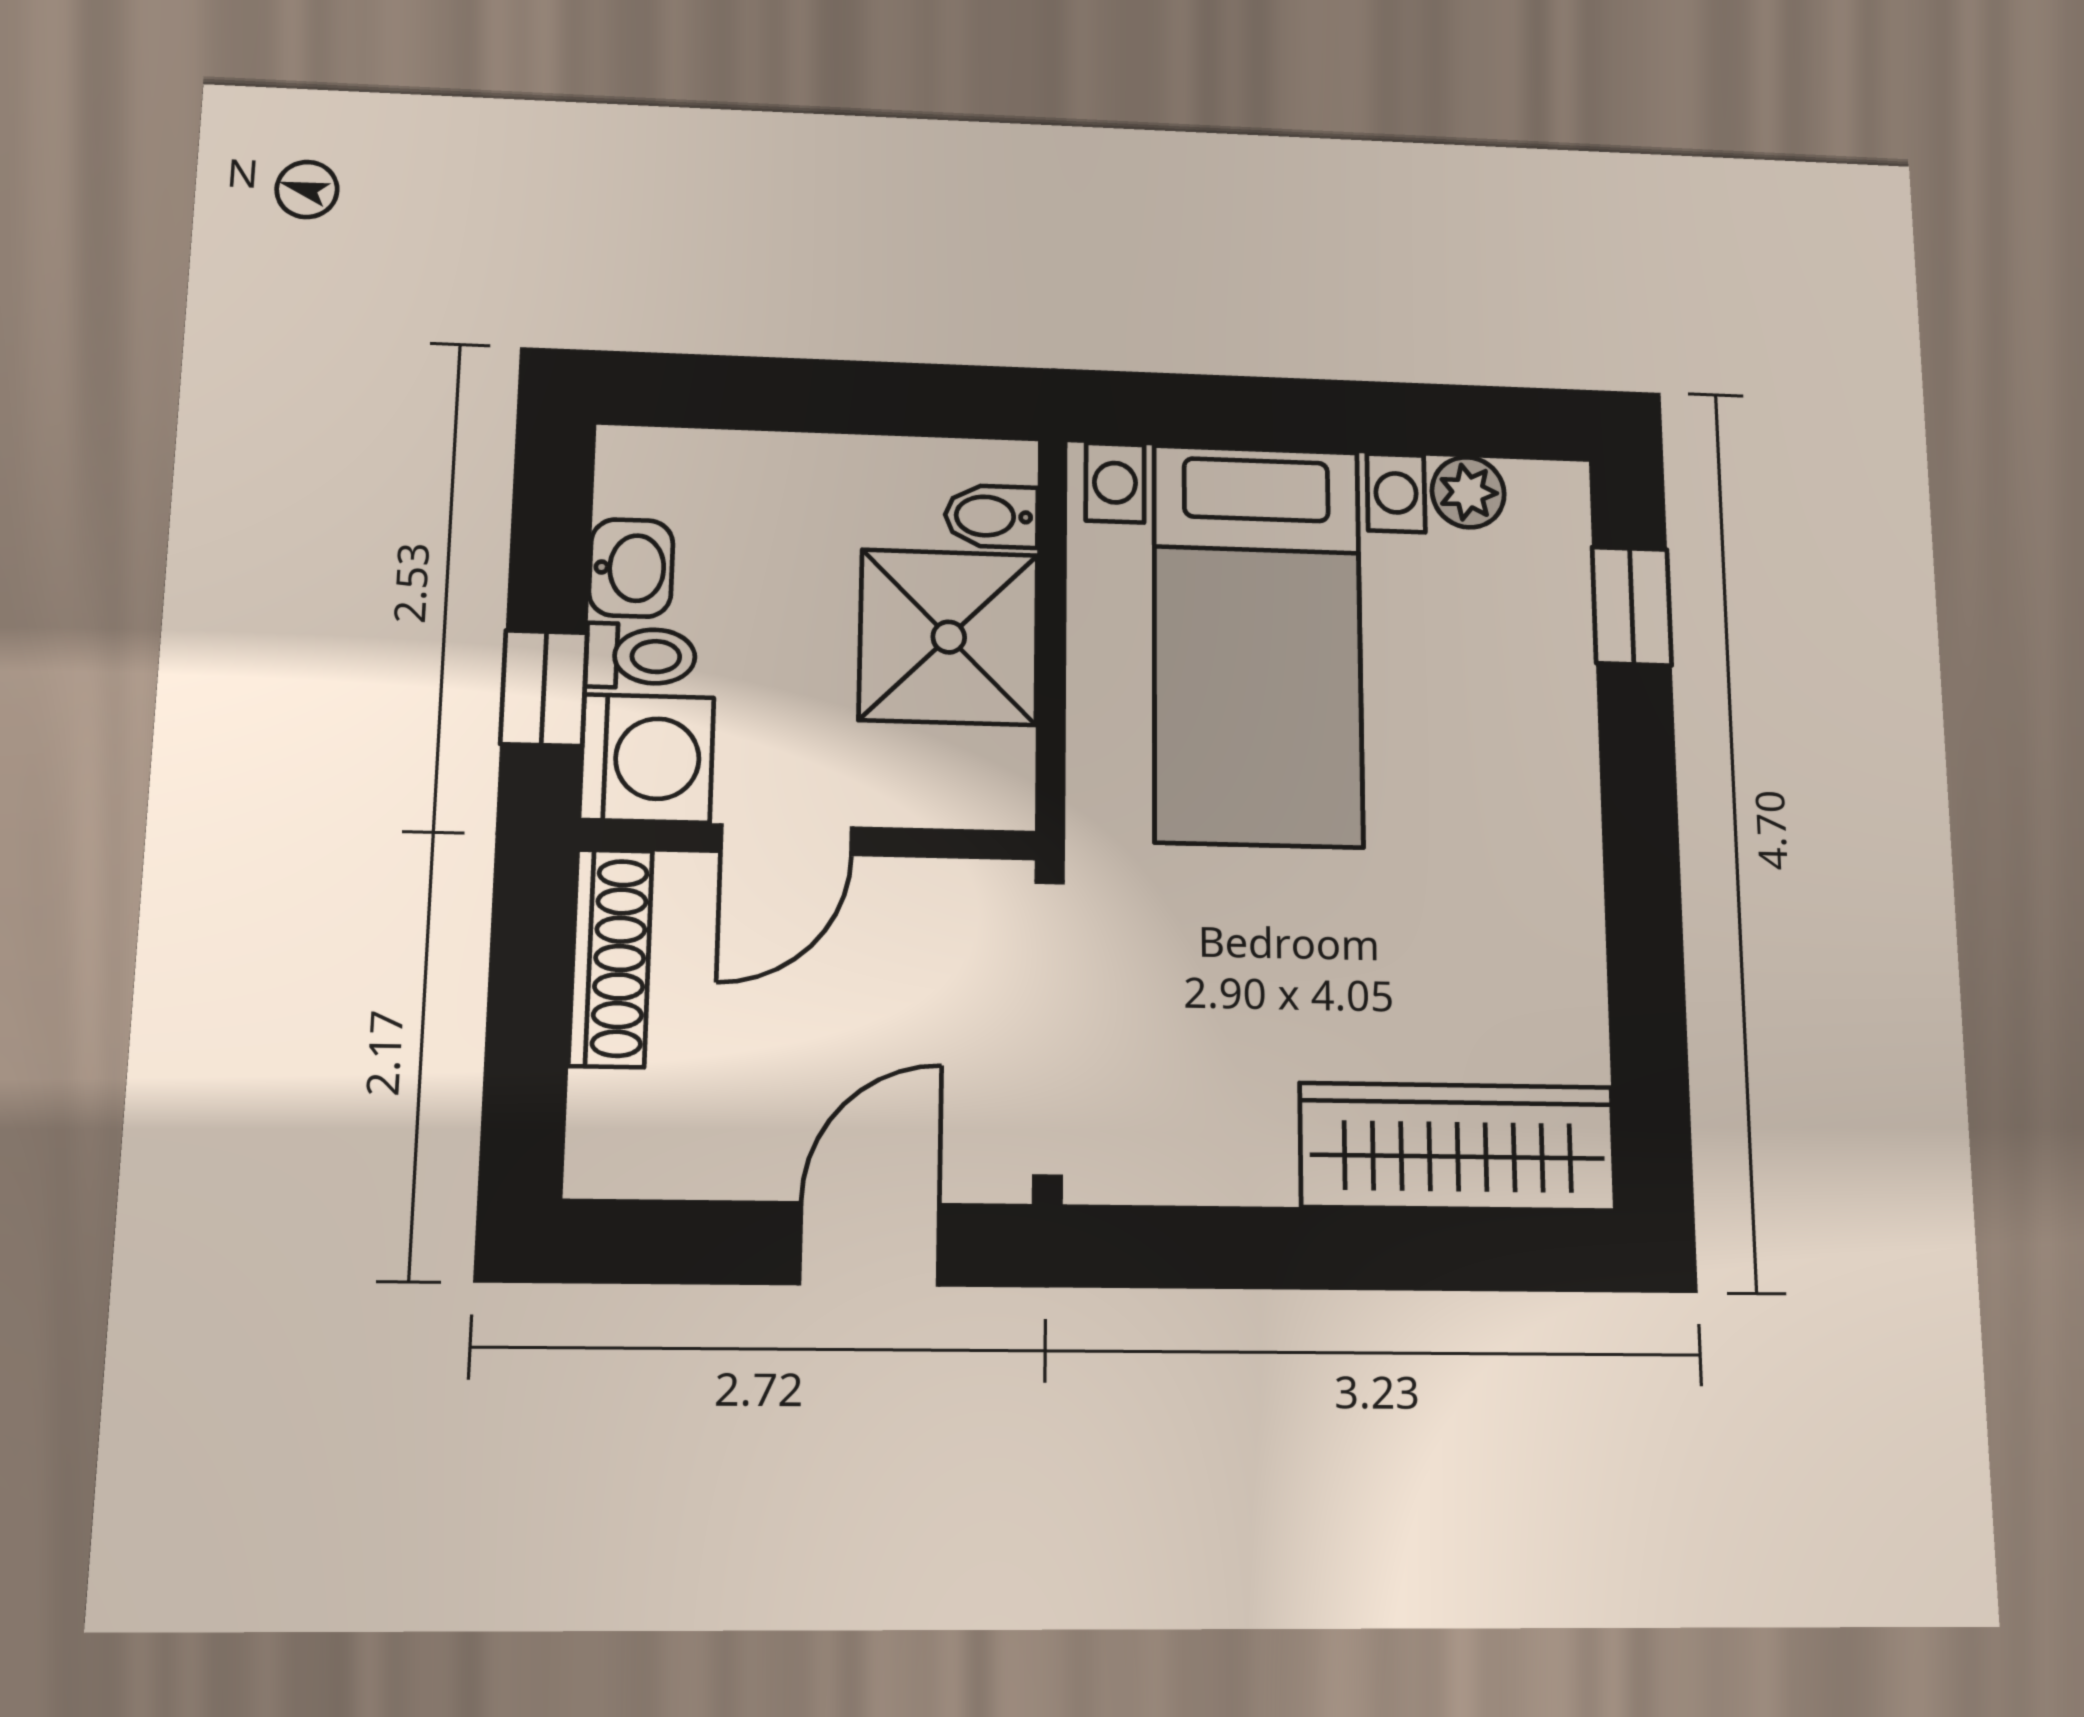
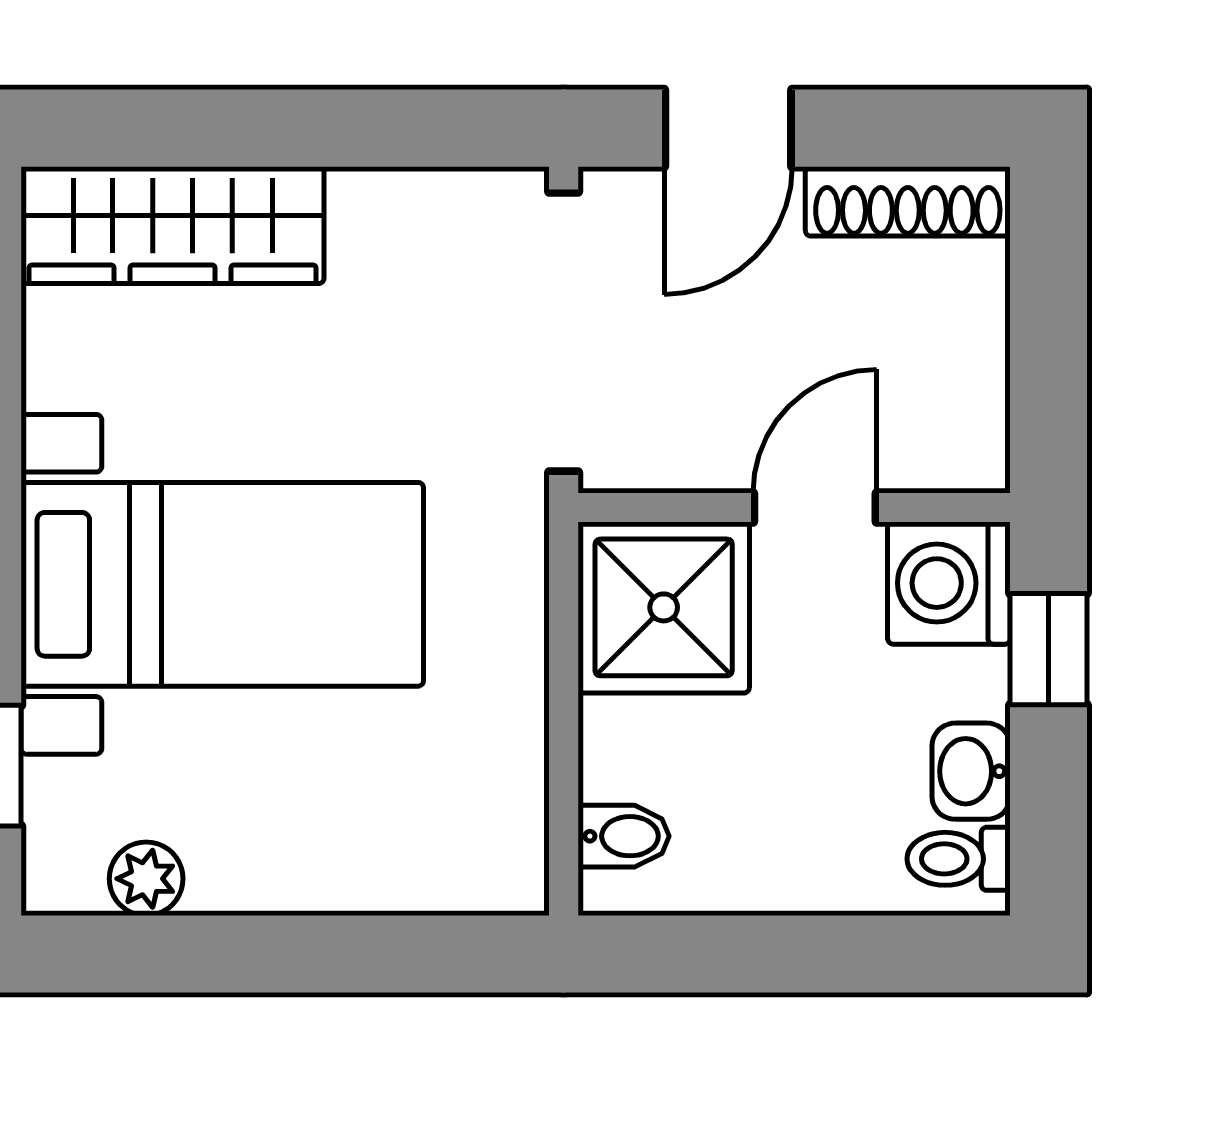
shower: (949, 637) -> (664, 607), moved
bed with nightstands: (1258, 644) -> (222, 584), moved, turned 90
toilet: (641, 656) -> (959, 859), moved
shoe rack: (611, 958) -> (908, 201), moved, turned -90

